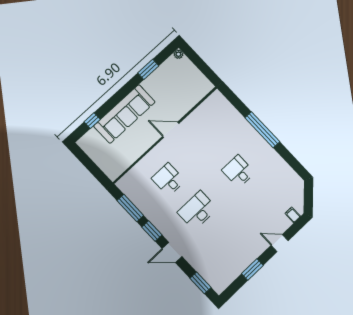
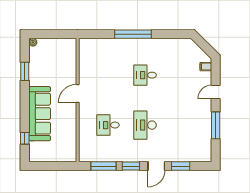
window: (252, 270) -> (216, 125), width x1.44
window: (200, 283) -> (181, 166), moved

